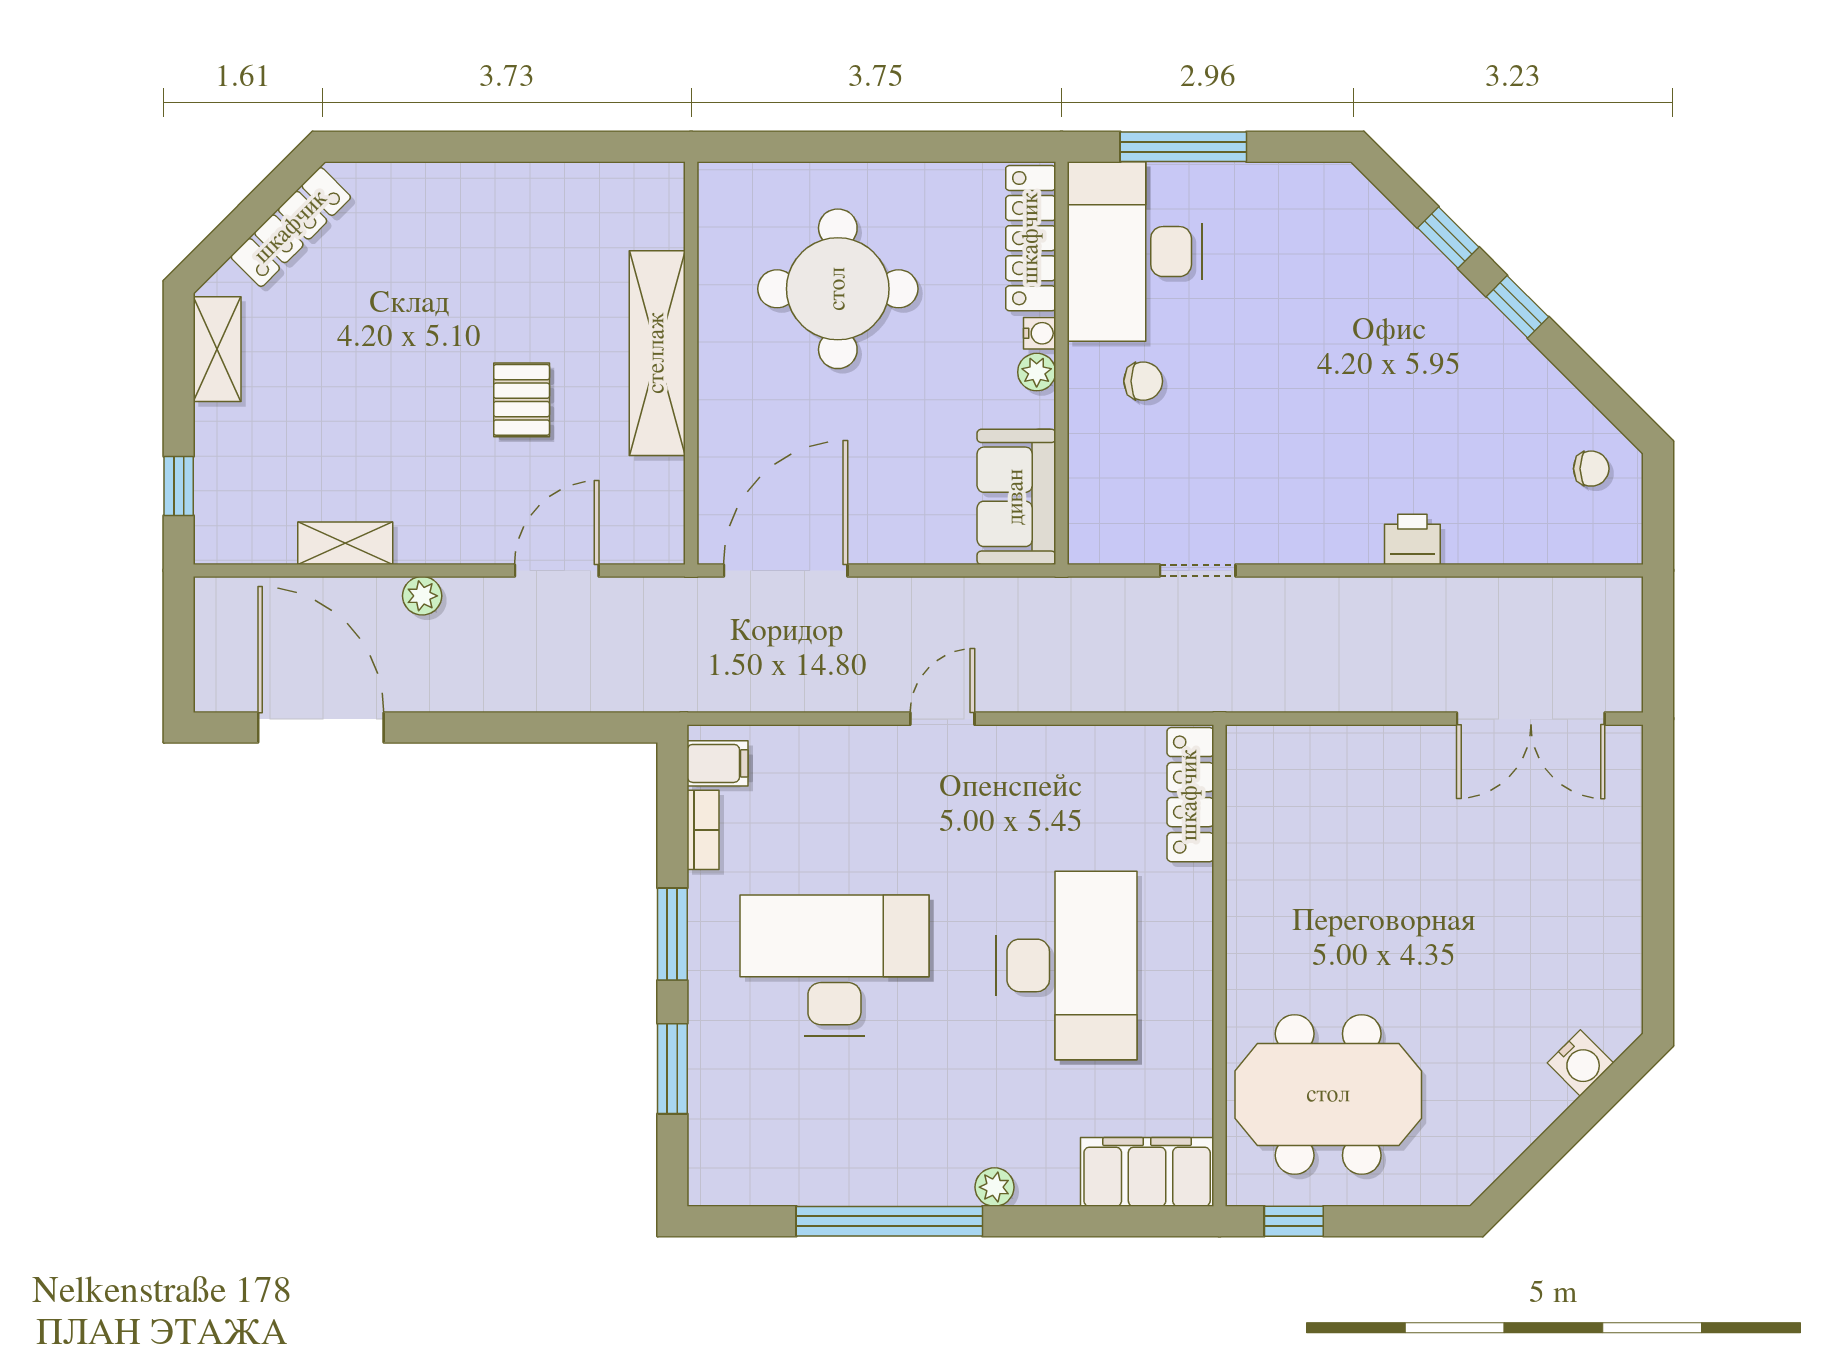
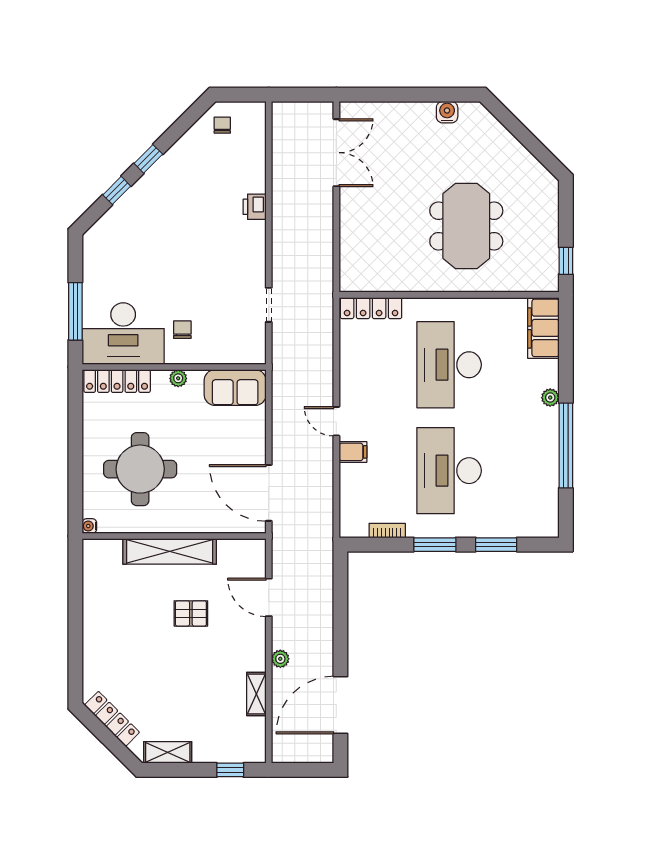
water cooler: (1040, 333) -> (89, 526), moved, turned -90
filing cabinet: (718, 763) -> (353, 452), moved, turned 90
desk: (1066, 965) -> (449, 365), turned -90
water cooler: (1580, 1063) -> (447, 112), moved, turned -45
meeting table: (1328, 1095) -> (466, 226), moved

